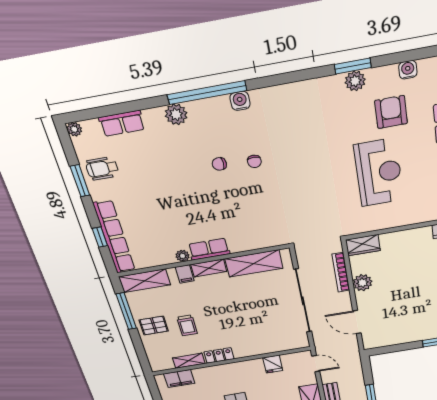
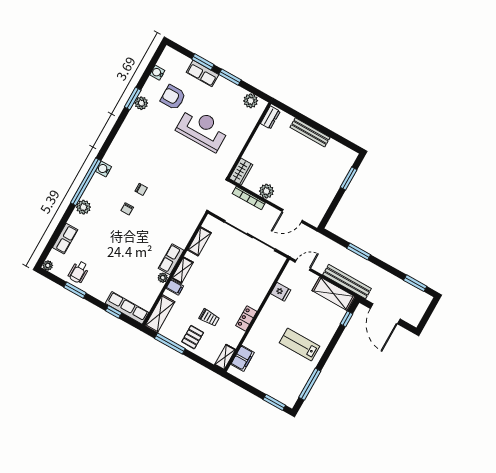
row of seats: (114, 237) -> (127, 308), width x0.73
shelving: (254, 263) -> (199, 241), width x0.67, depth x0.75
shelving: (189, 361) -> (225, 357), moved

